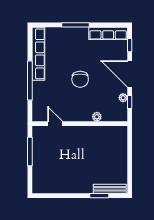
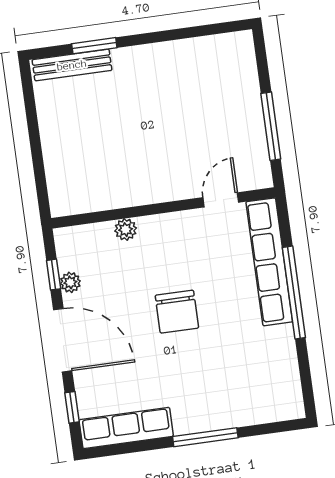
row of seats: (38, 54) -> (269, 262), moved
chair: (80, 79) -> (177, 312), turned 180
door: (55, 124) -> (221, 200), swing flipped

